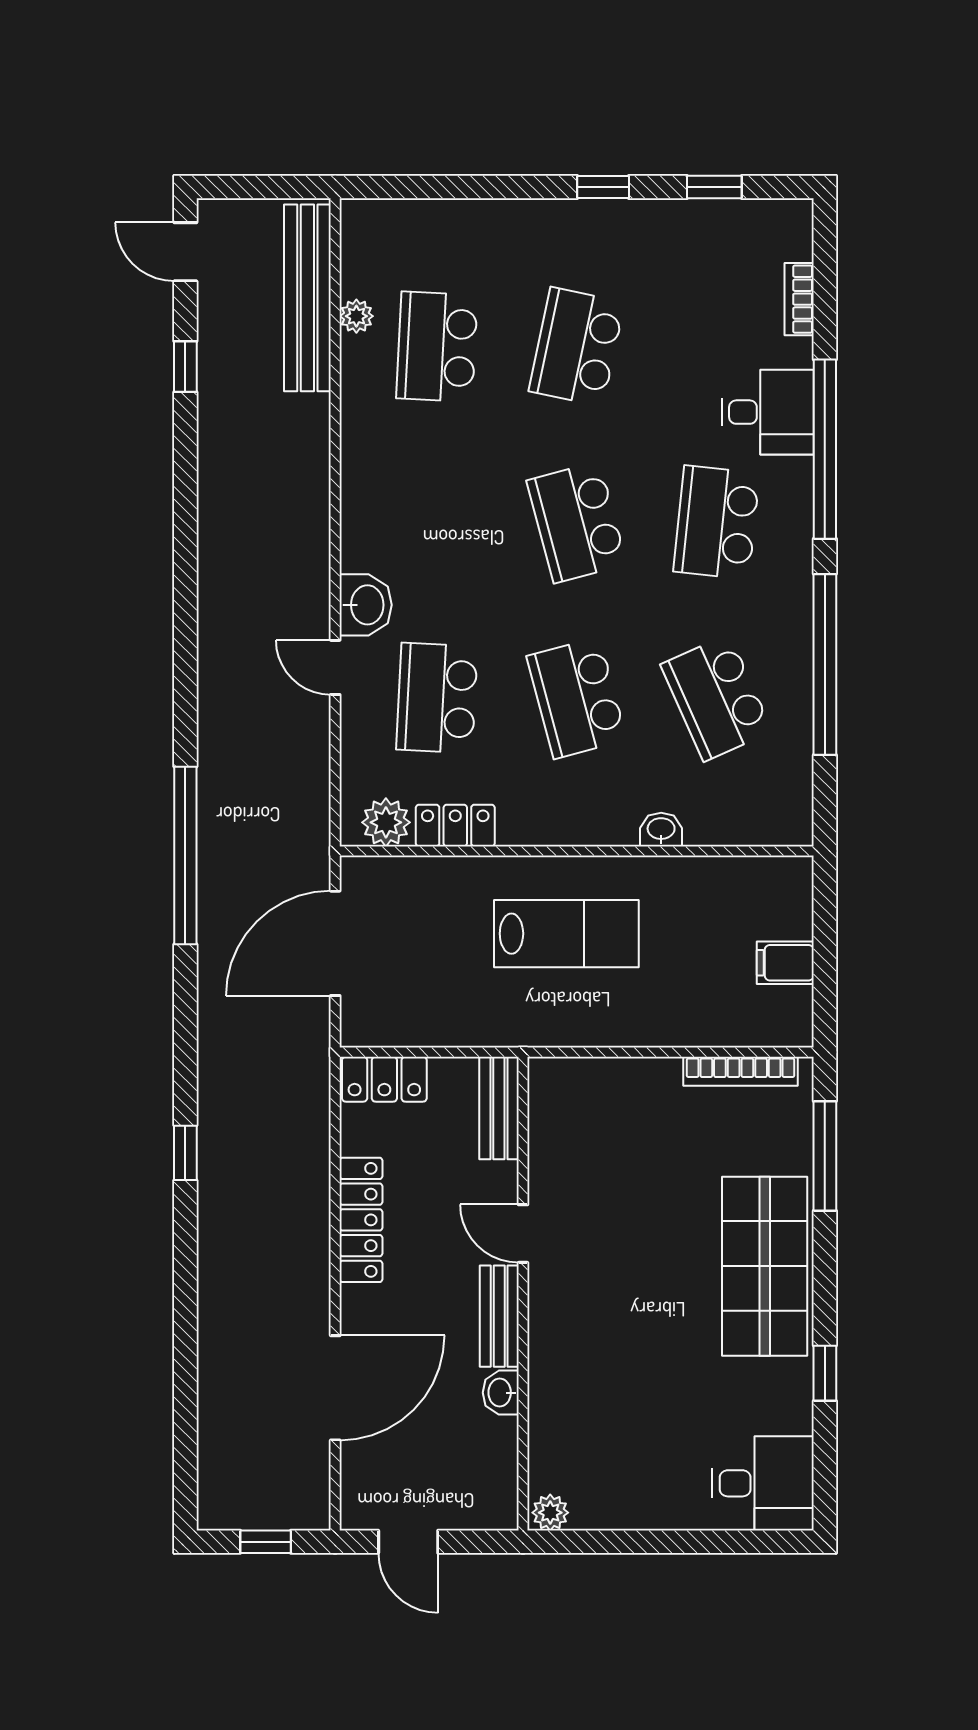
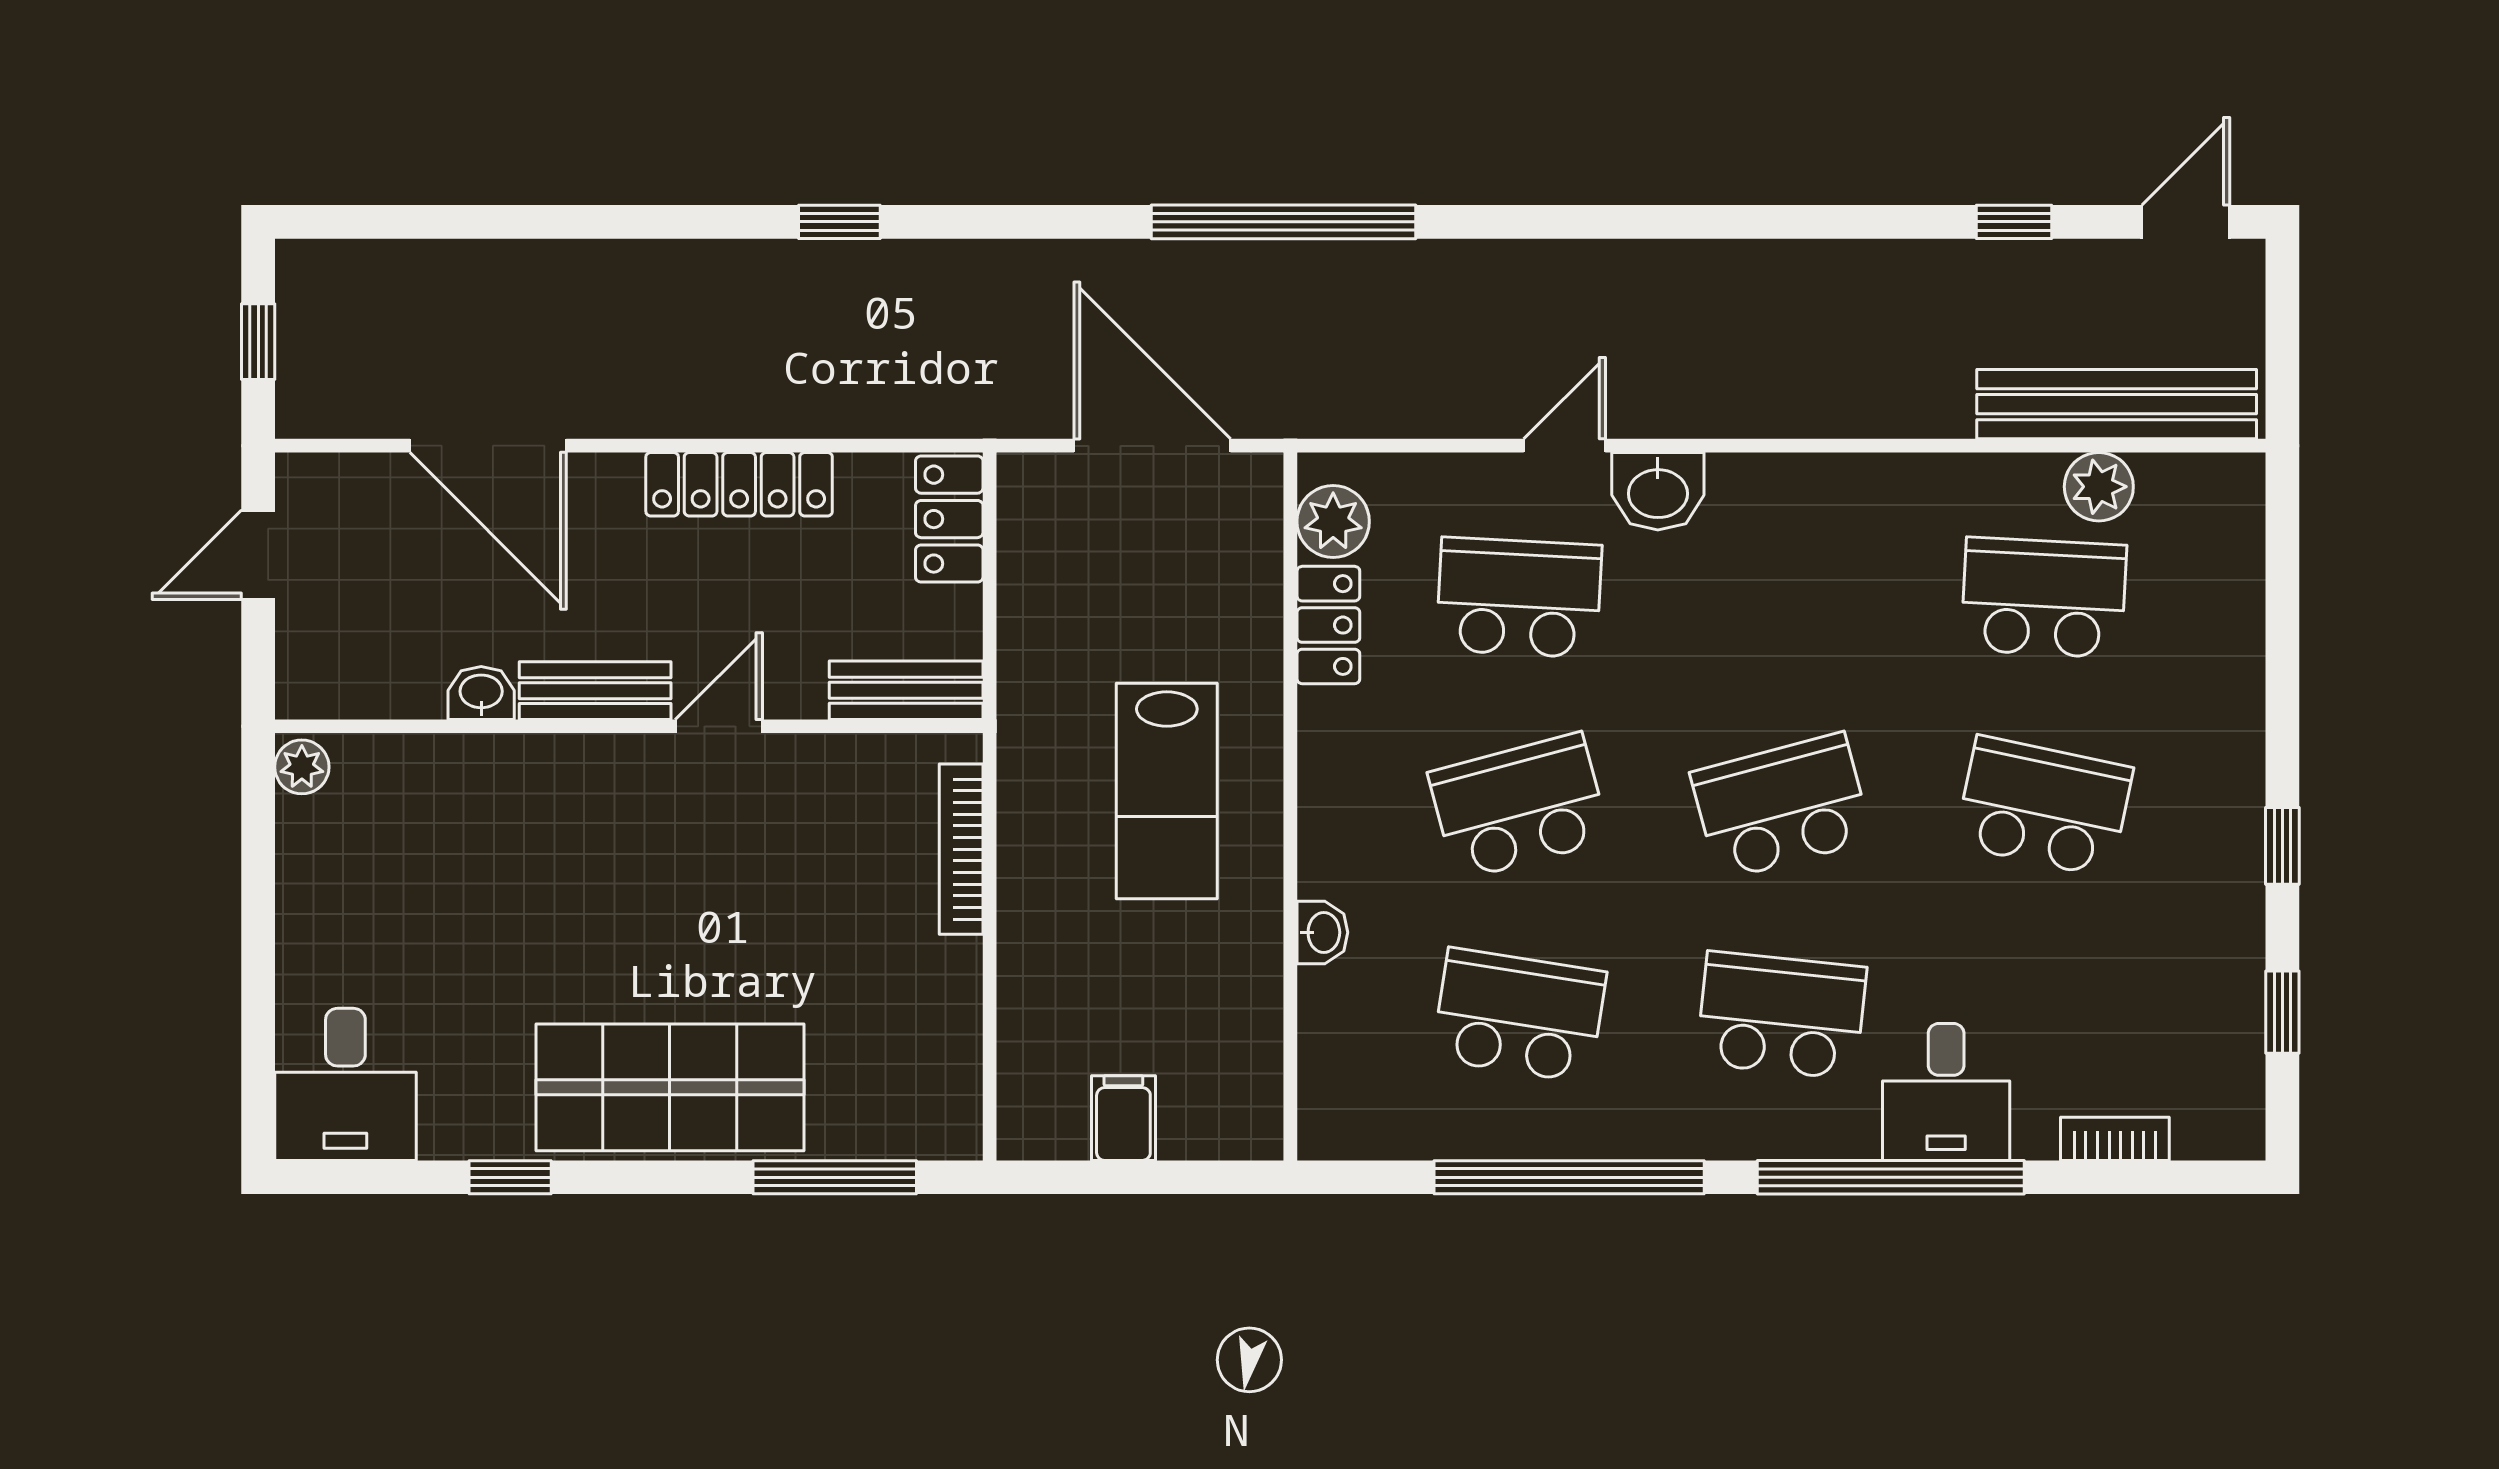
plant: (356, 316) -> (2099, 487), width x1.38, depth x1.38
school desk: (716, 698) -> (1519, 1015), turned 33
bookcase: (741, 1071) -> (961, 849), moved

